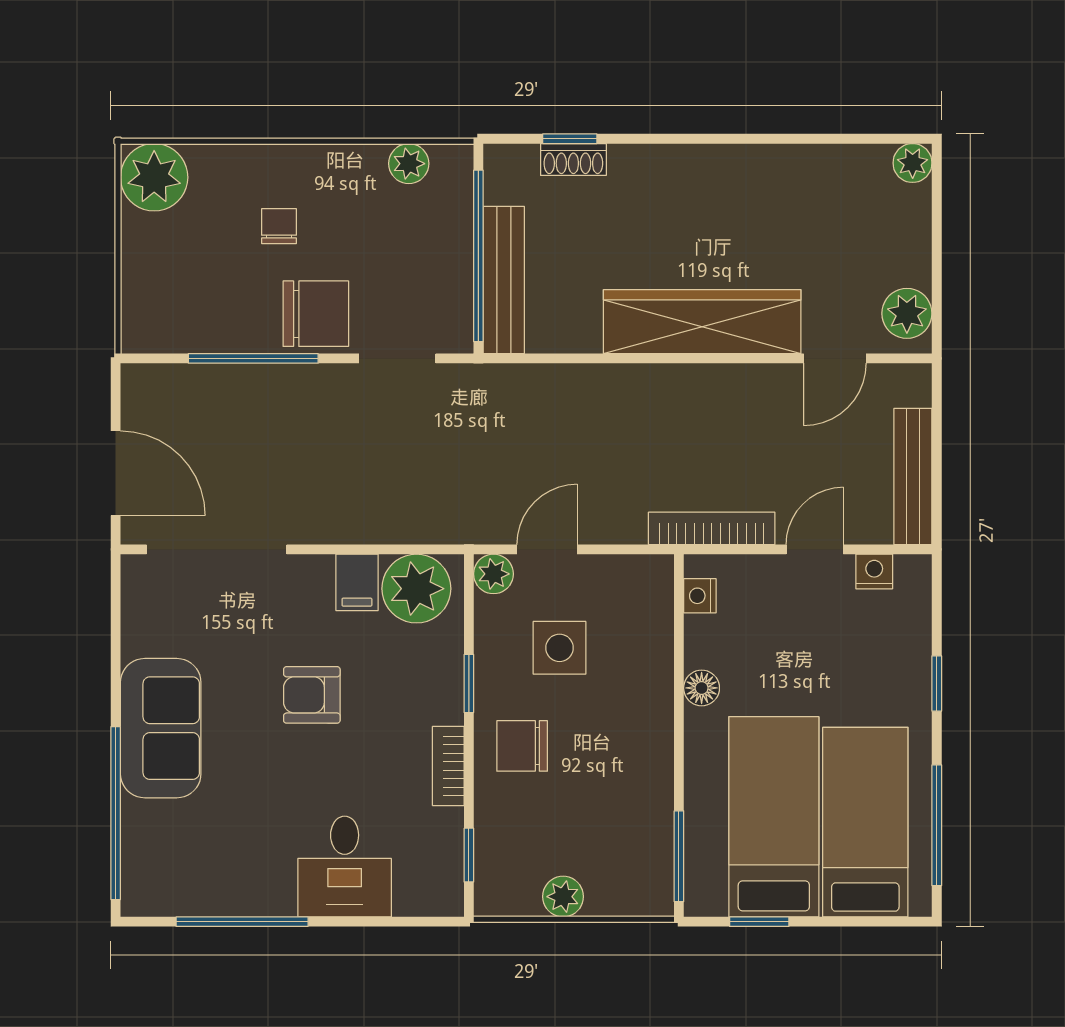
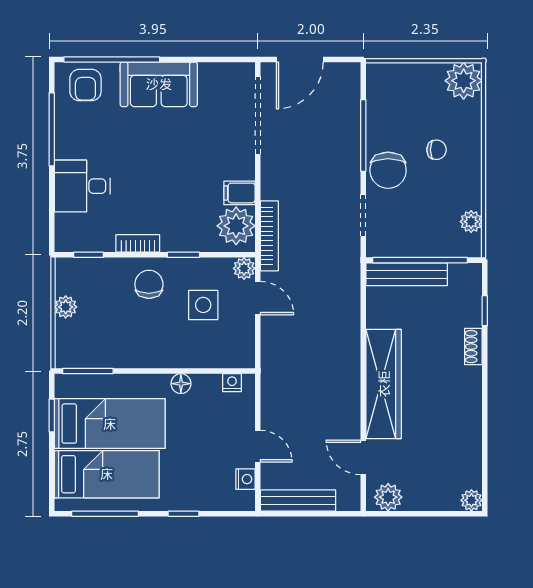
shoe rack: (573, 159) -> (473, 347), moved
bookcase: (712, 528) -> (269, 236), moved
armchair: (312, 695) -> (85, 85), moved, turned 180

